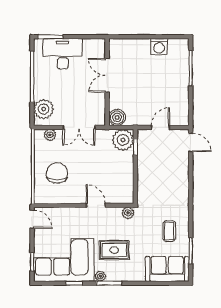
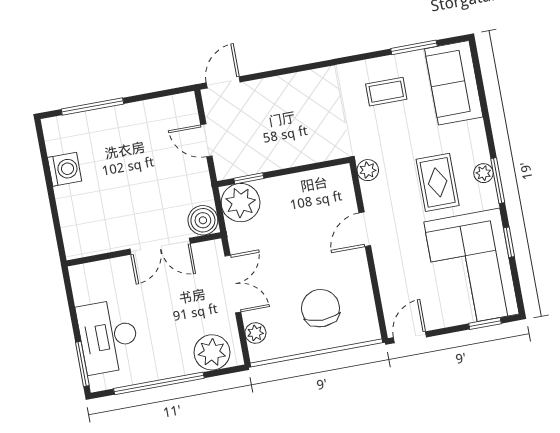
double door: (107, 75) -> (160, 246), moved
chair: (57, 173) -> (320, 308), turned 90
plant: (100, 276) -> (483, 173), moved

